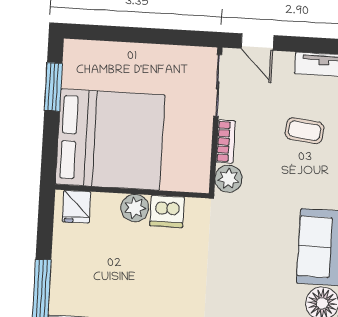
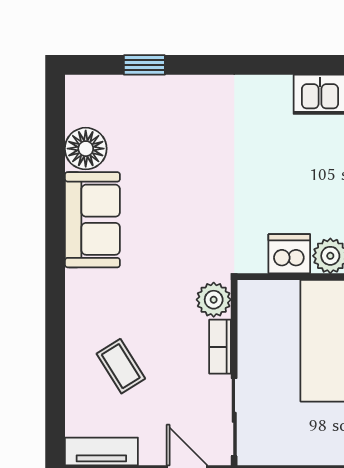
coffee table: (305, 131) -> (121, 366), turned 51

